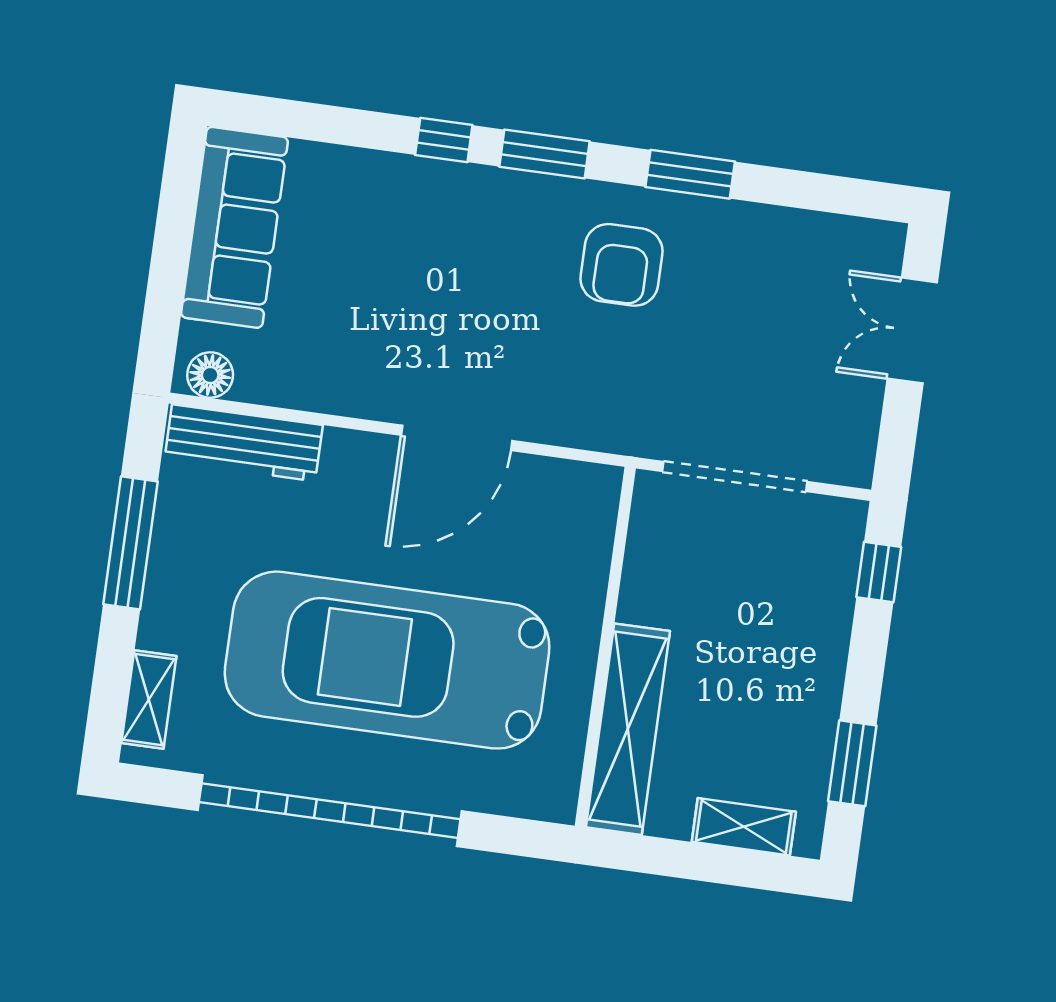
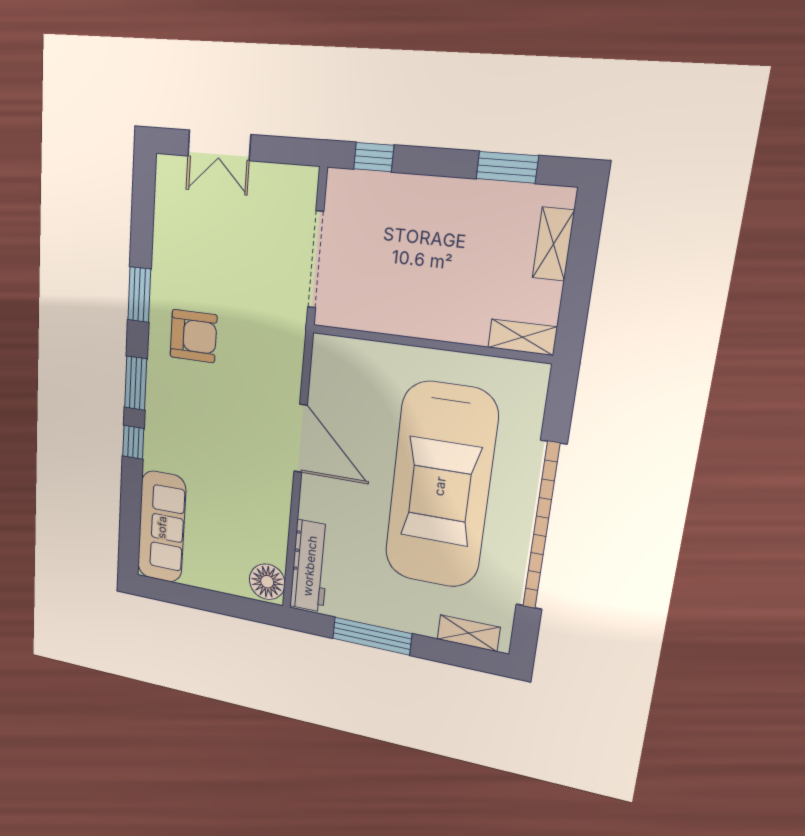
sofa: (234, 227) -> (162, 527), moved, turned 90
floor lamp: (210, 375) -> (267, 582), width x1.38, depth x1.38
shelving: (628, 729) -> (522, 337), width x0.45, depth x0.75

